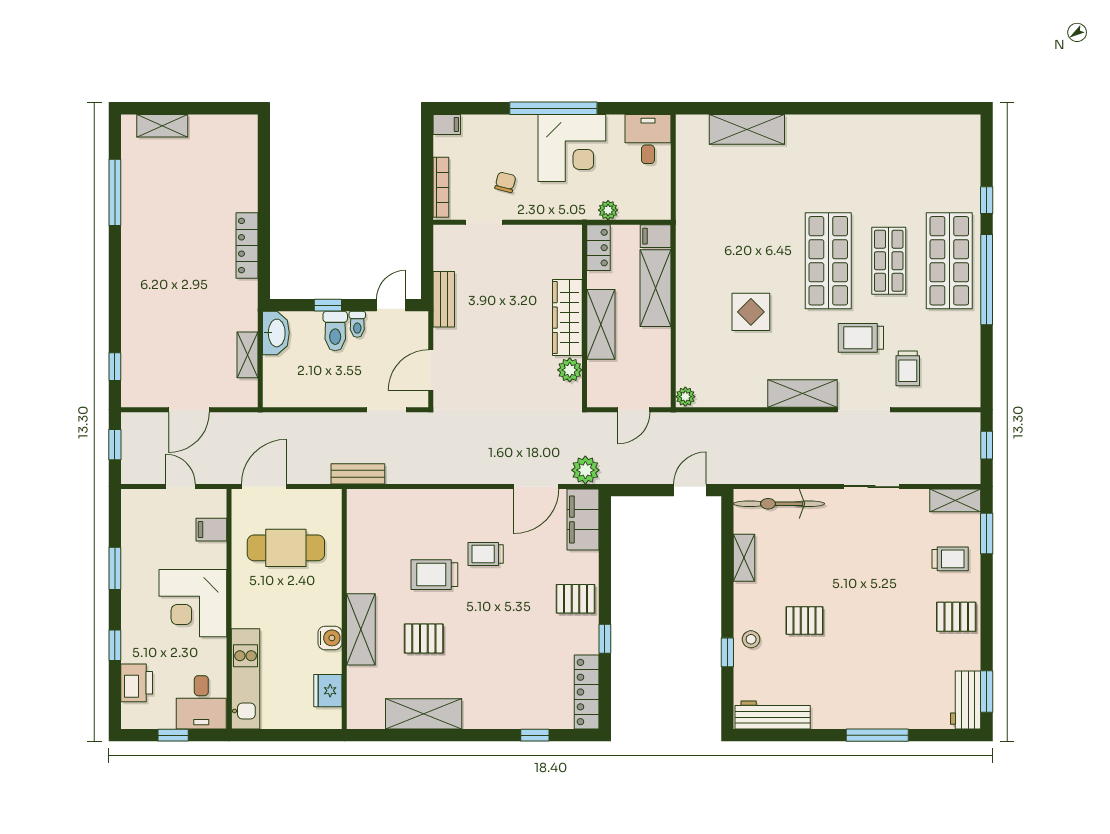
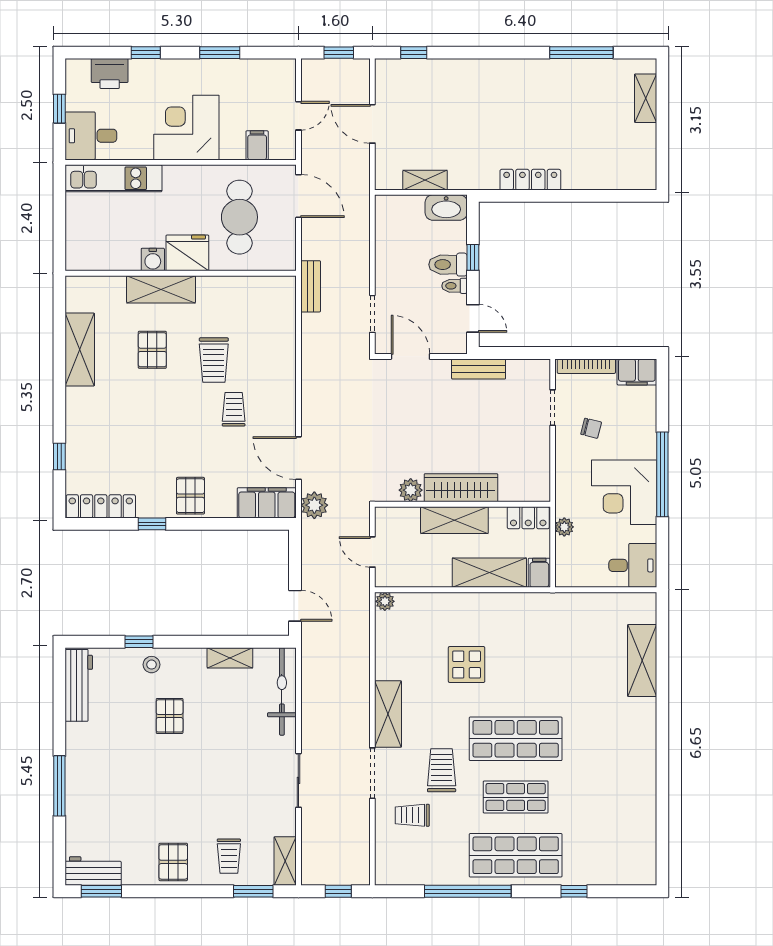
filing cabinet: (447, 125) -> (637, 372), width x2.00
window: (987, 280) -> (468, 891), moved
trolley: (434, 575) -> (214, 360), turned 180
fridge: (328, 691) -> (187, 253), moved, width x1.36, depth x1.34

